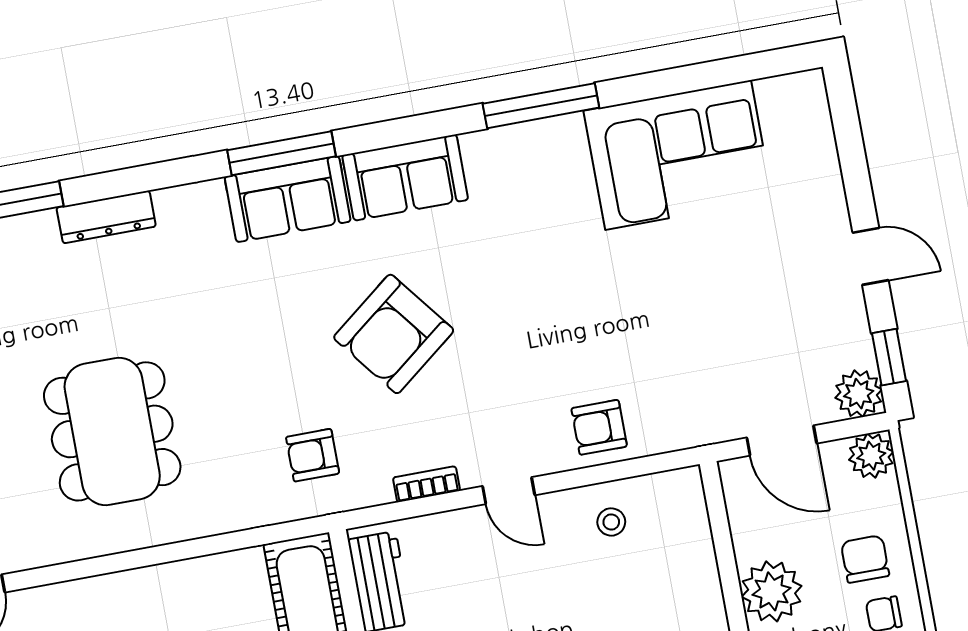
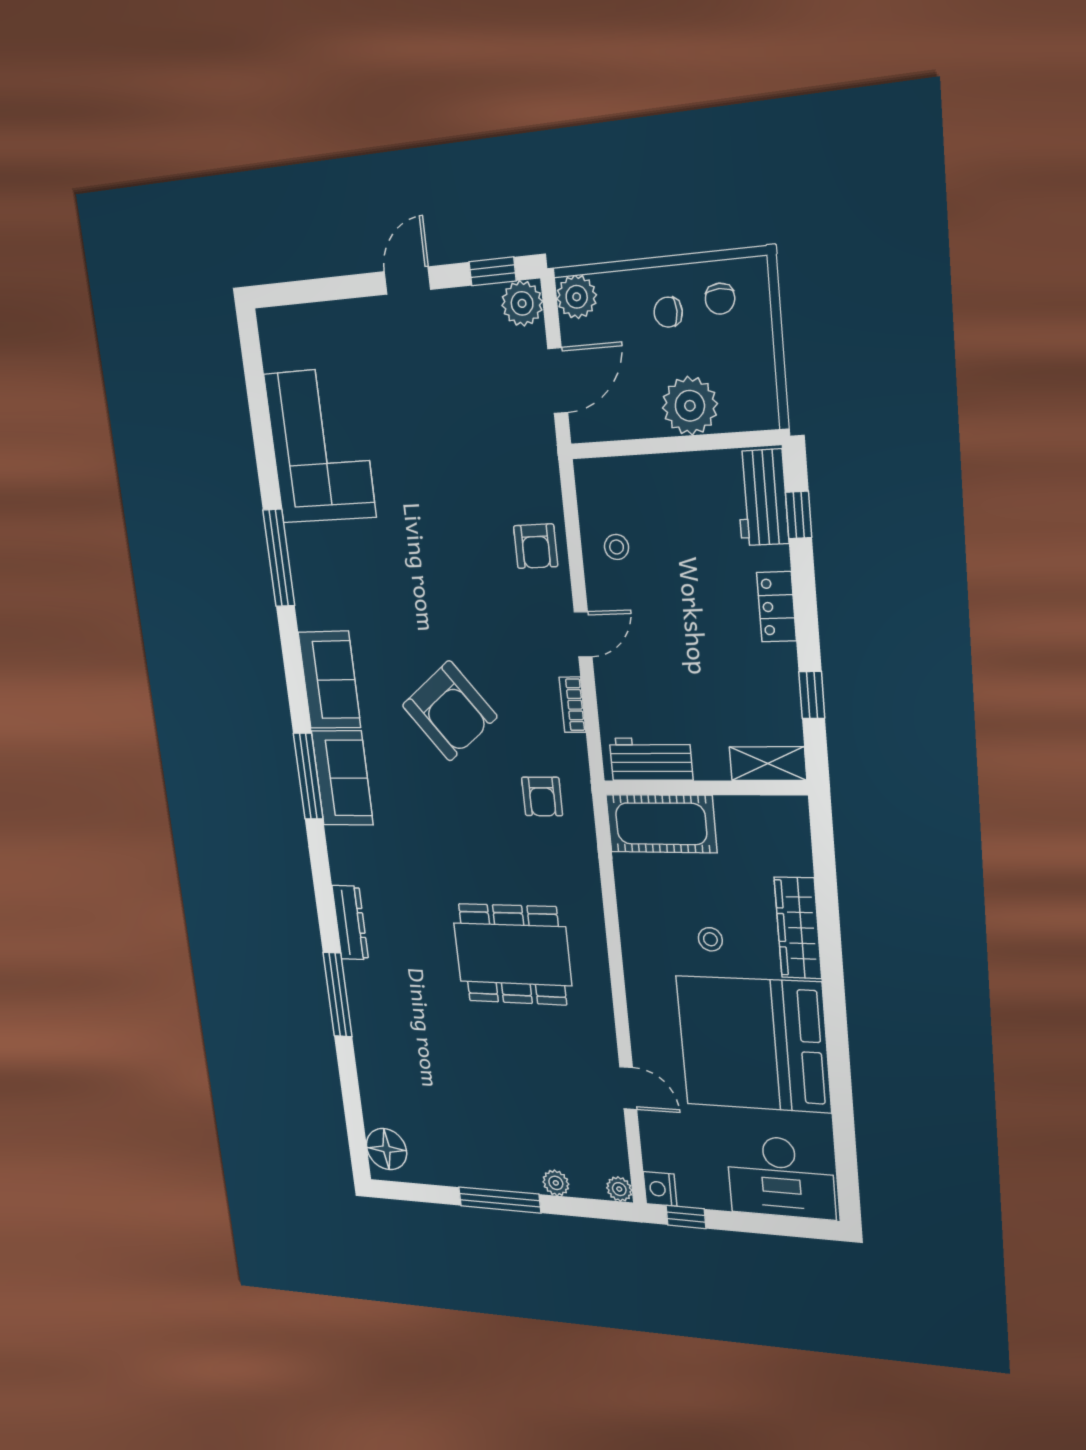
chair: (865, 559) -> (668, 312), width x0.73, depth x0.73

